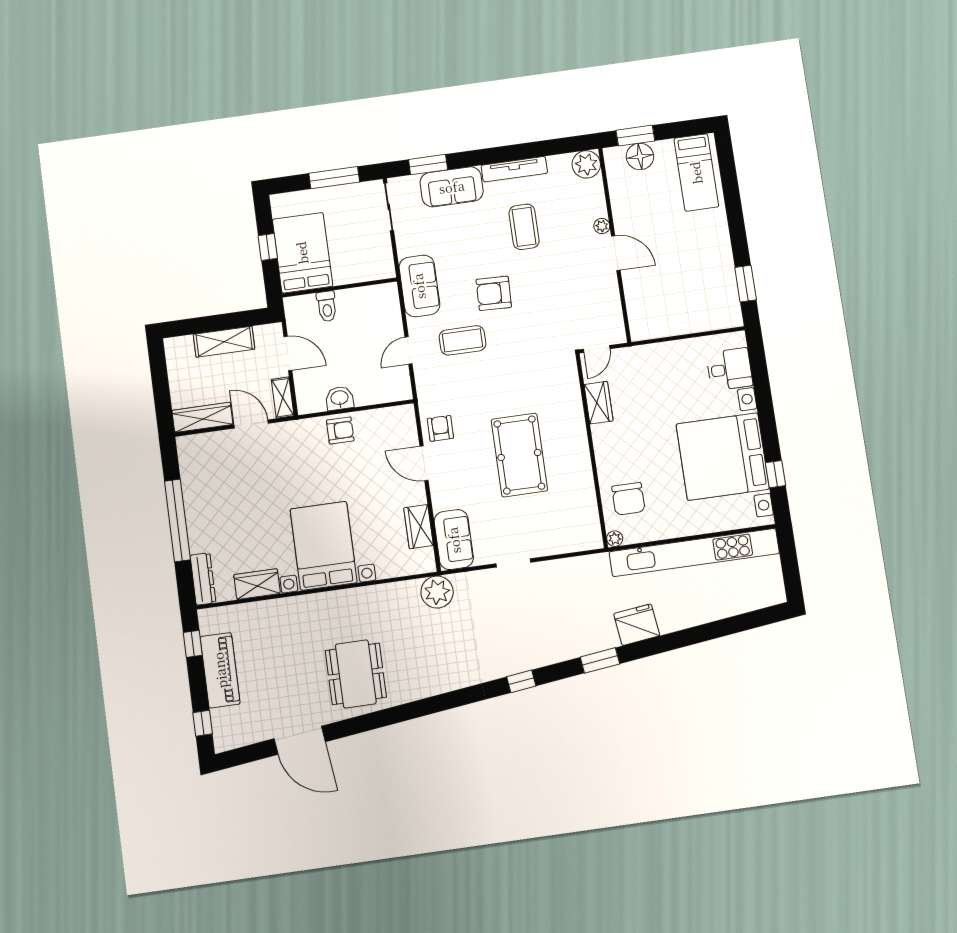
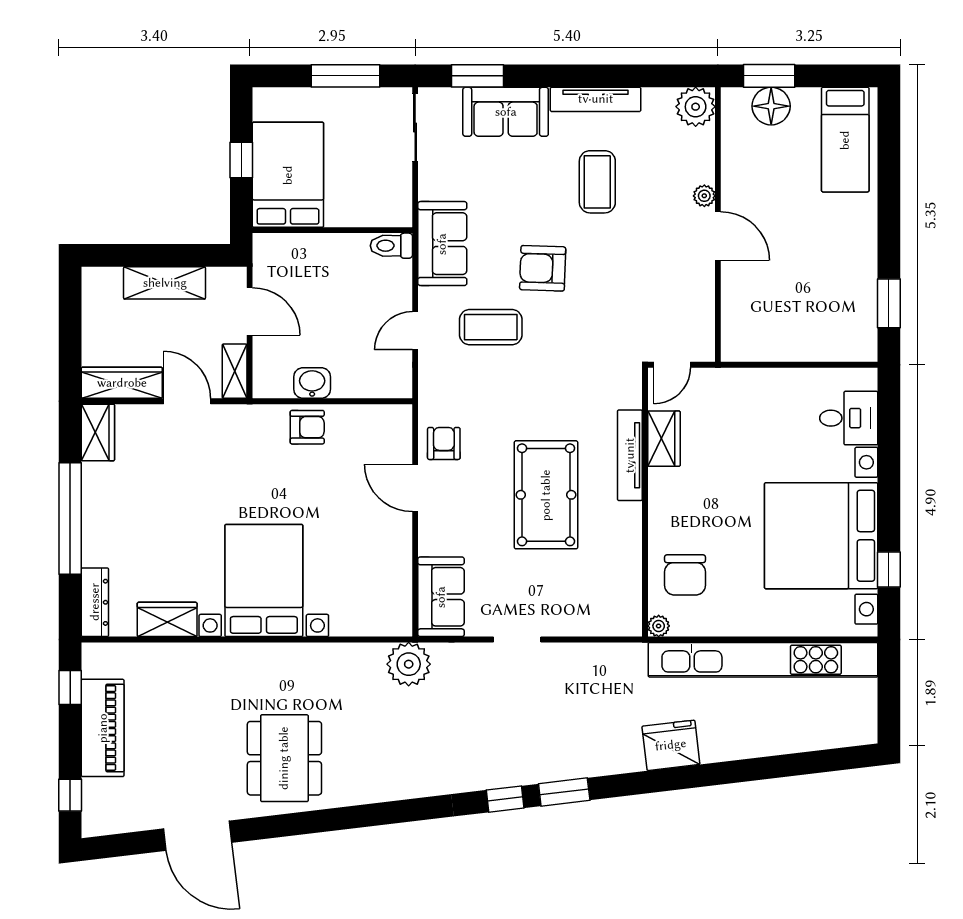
toilet: (327, 306) -> (391, 246), moved, turned 90
tv unit: (576, 418) -> (630, 455), added
wardrobe: (419, 527) -> (98, 432), moved, turned 180
window: (600, 660) -> (564, 792), moved

